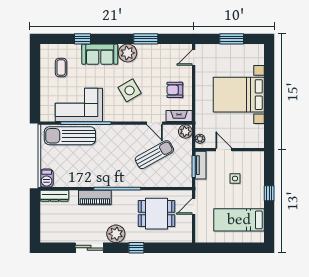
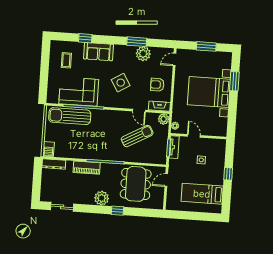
plant: (128, 53) -> (143, 54), moved
window: (269, 79) -> (234, 81), added
dining table: (157, 214) -> (136, 184), width x1.38
sliding door: (89, 248) -> (62, 207), moved

